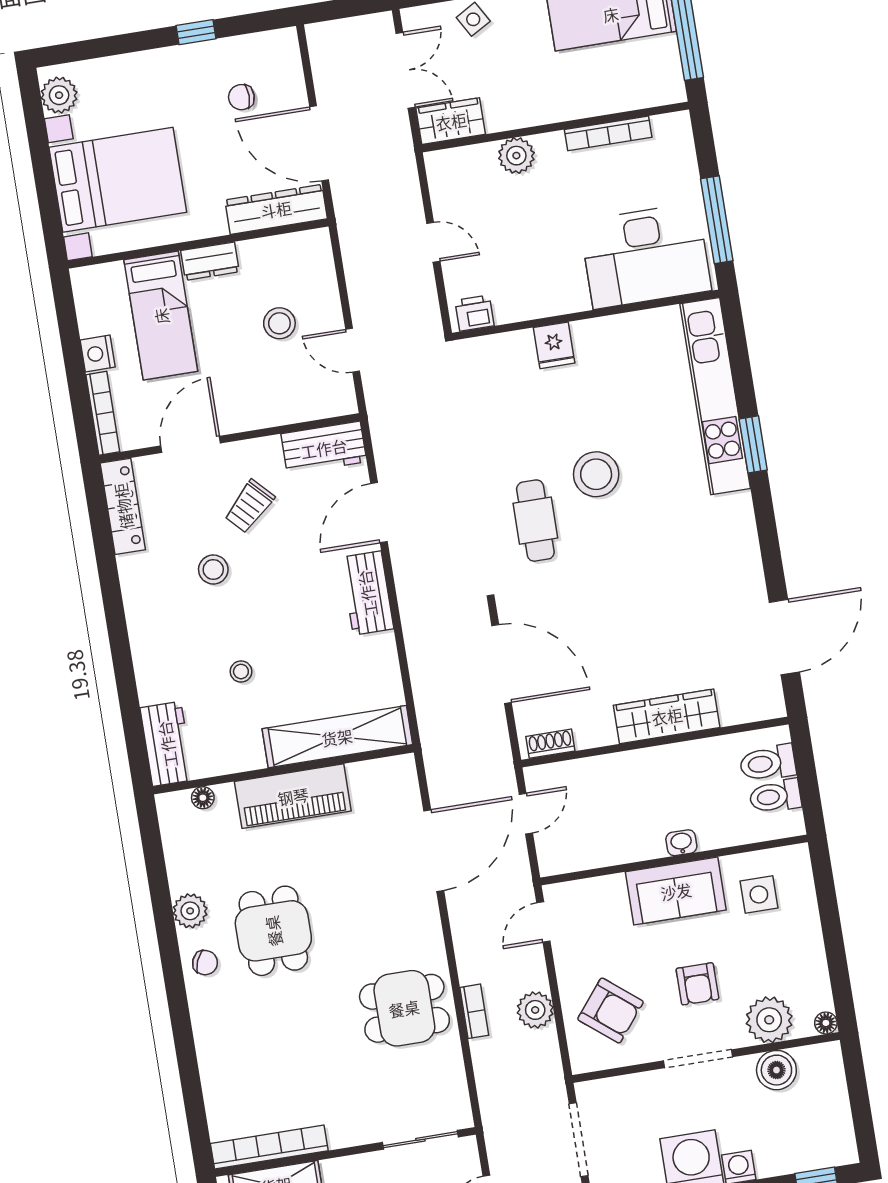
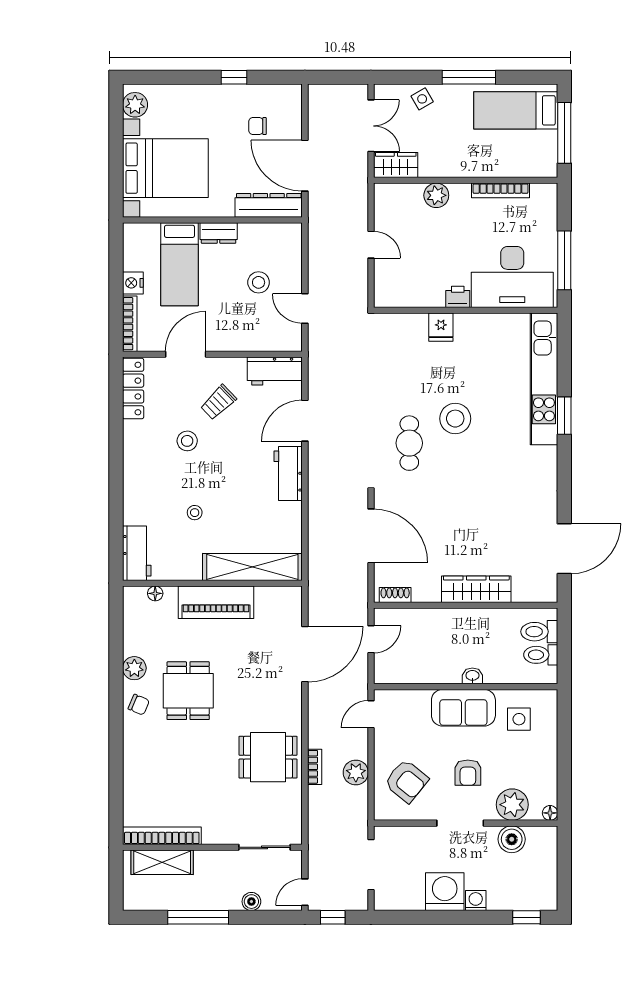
printer: (474, 313) -> (458, 297), moved

